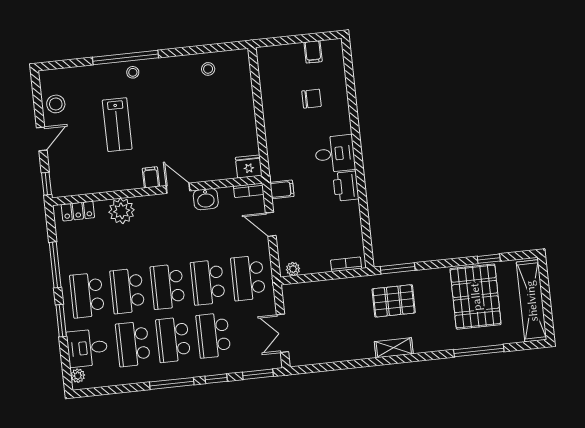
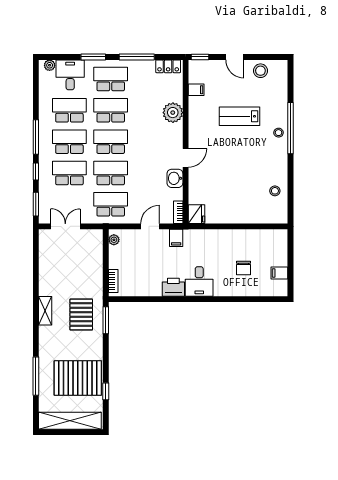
filing cabinet: (151, 177) -> (196, 90), moved
locker: (78, 211) -> (168, 66), moved, turned -90

